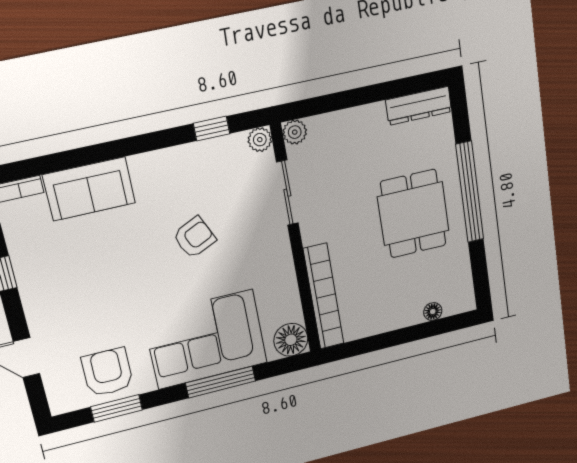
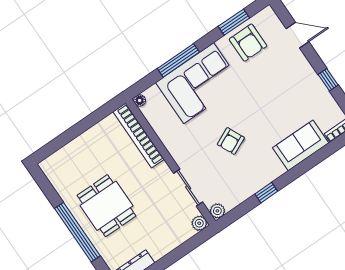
window: (212, 129) -> (266, 193), moved
floor lamp: (433, 312) -> (65, 152), removed
floor lamp: (291, 340) -> (140, 100), width x0.53, depth x0.53

